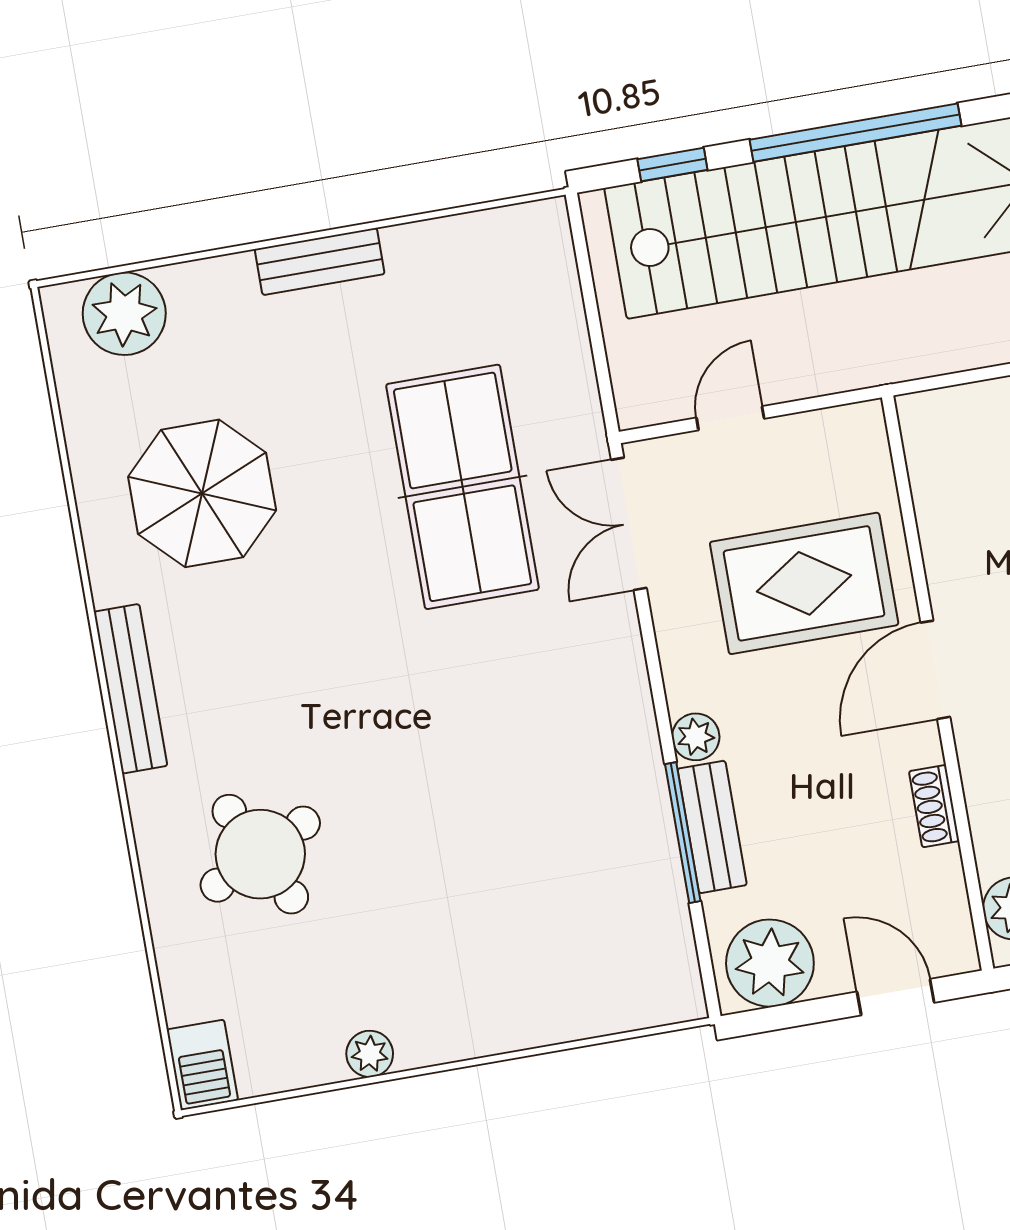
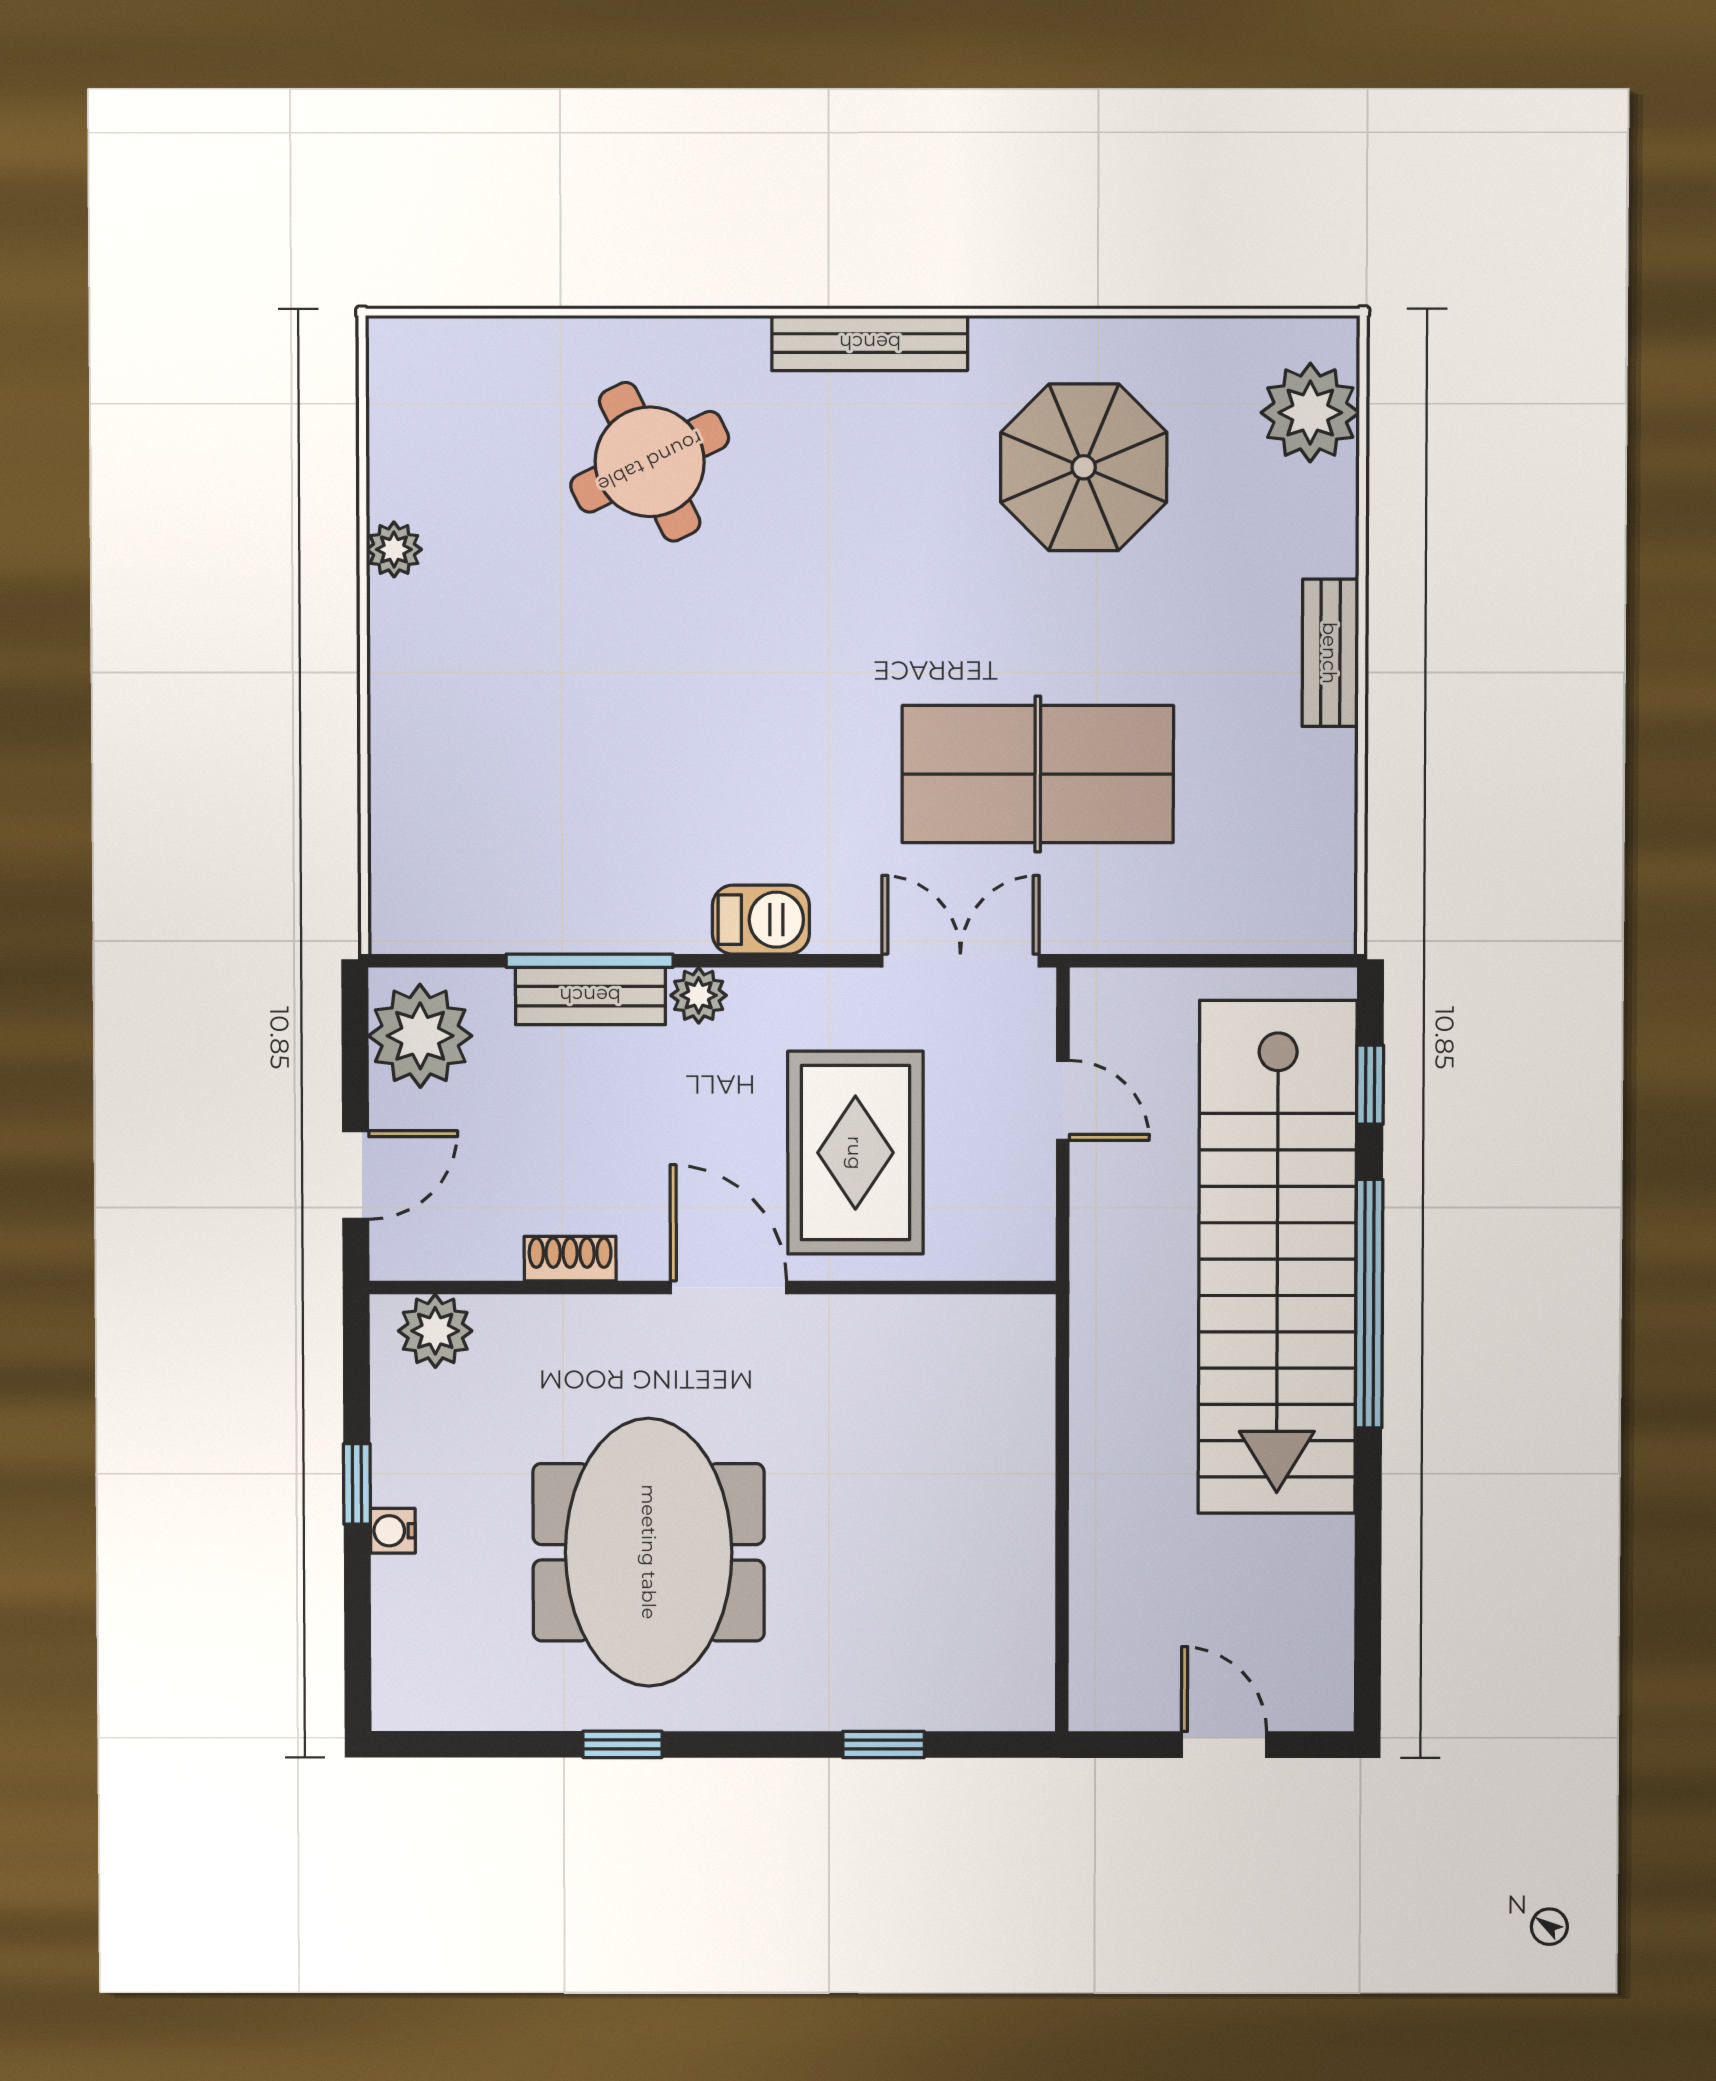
barbecue: (202, 1065) -> (761, 920), moved, turned 180

